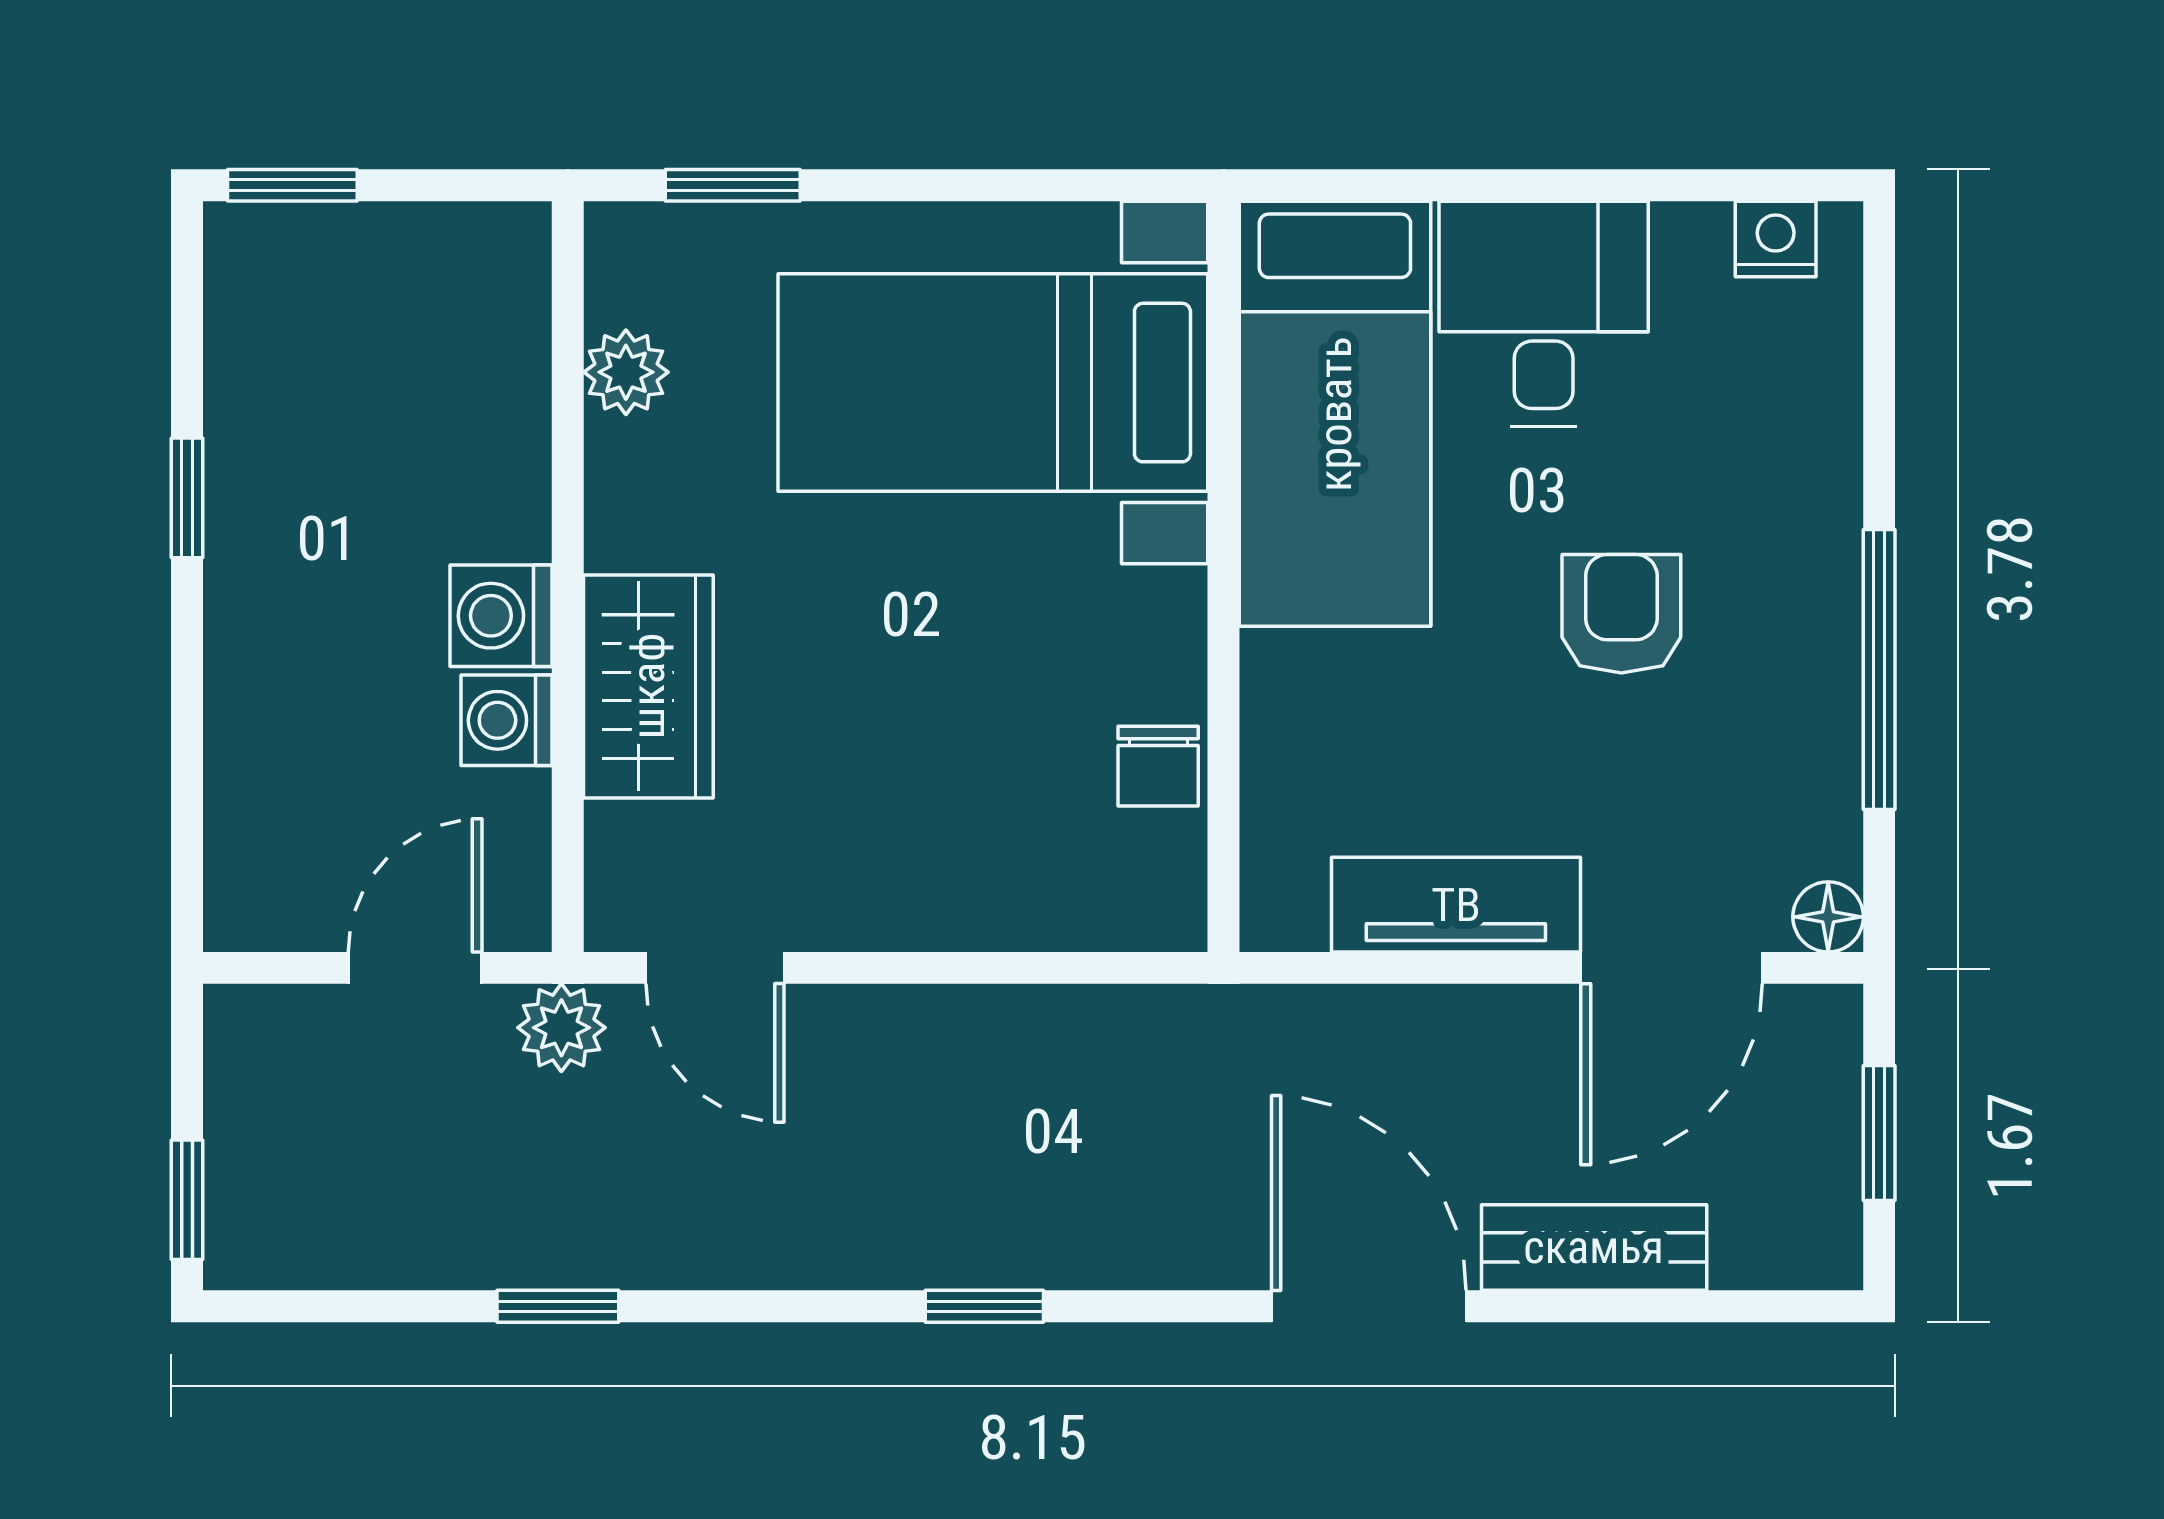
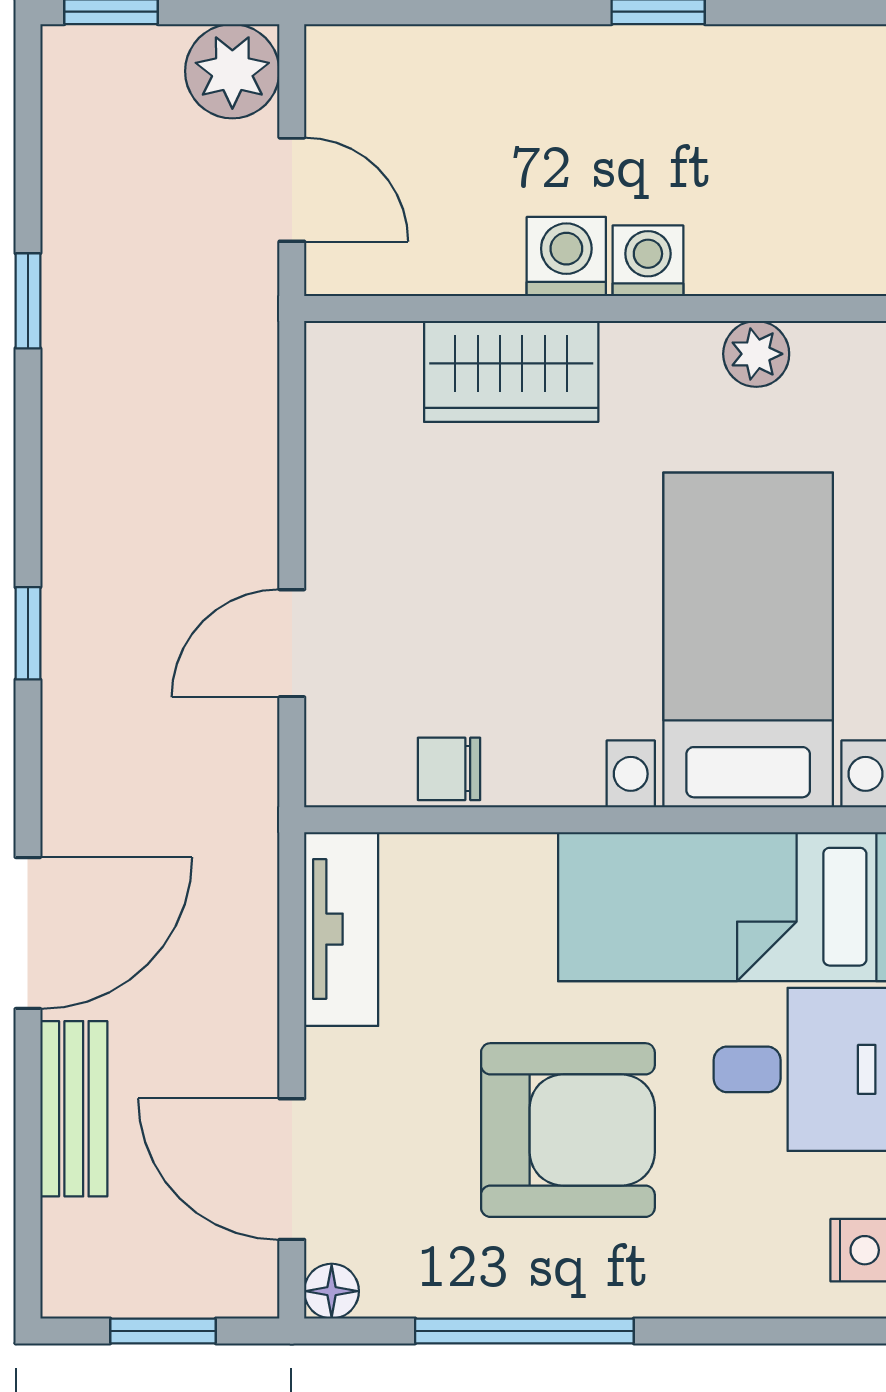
armchair: (1621, 614) -> (568, 1130), width x1.88, depth x1.88
washing machine: (507, 720) -> (648, 261), moved
tv unit: (1456, 905) -> (341, 929), moved
door: (715, 968) -> (292, 643), moved
plant: (561, 1028) -> (232, 71), moved, width x1.38, depth x1.38

